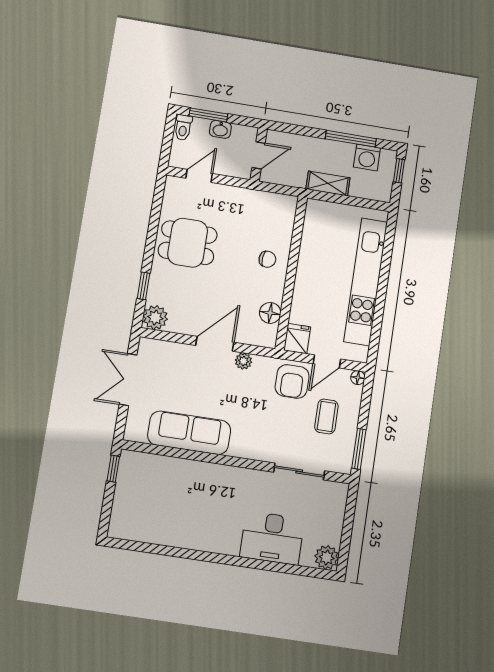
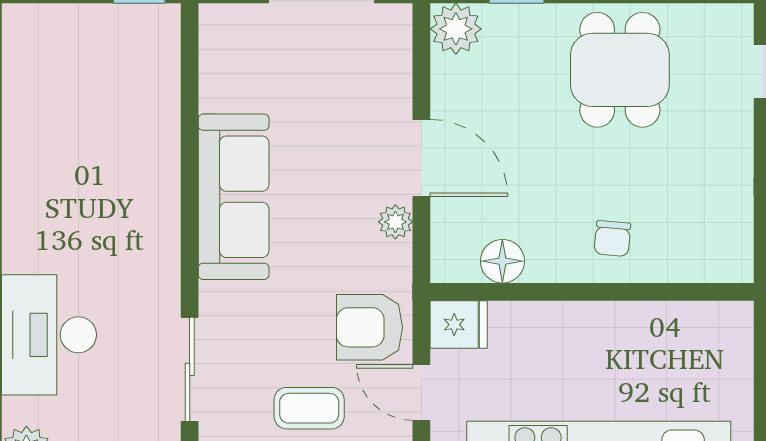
sofa: (189, 433) -> (234, 197), moved

